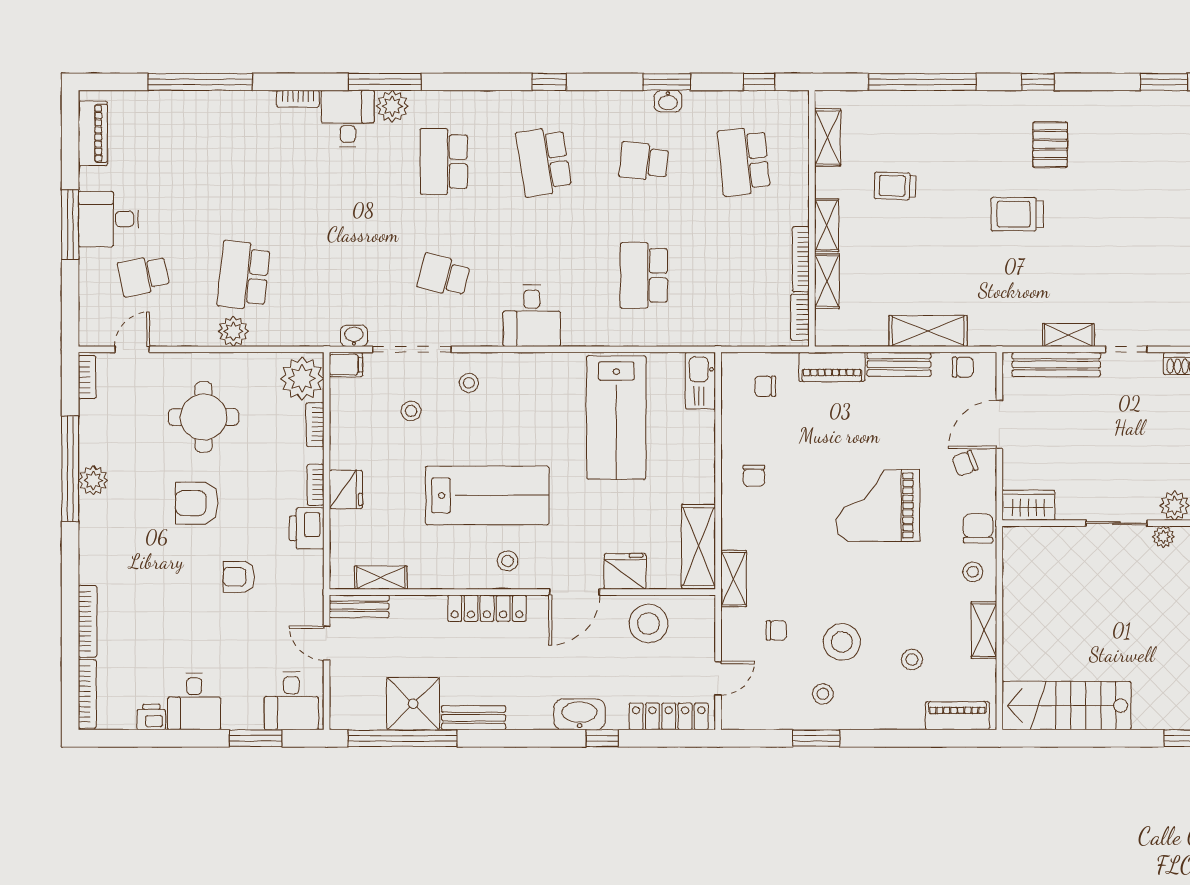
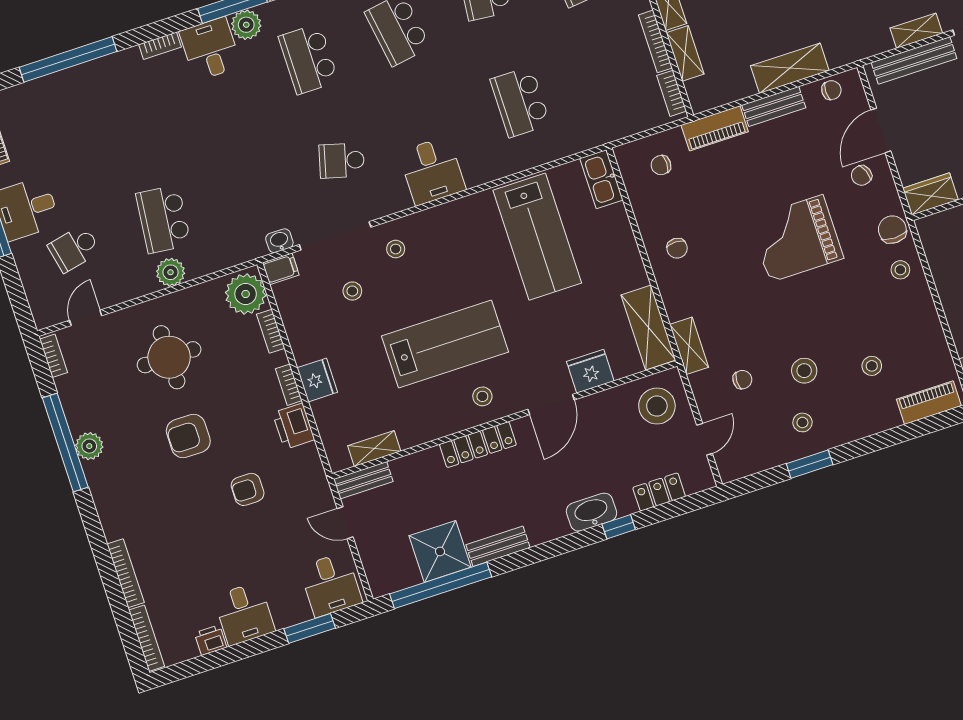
stool: (648, 624) -> (657, 406), moved
shelving: (984, 630) -> (927, 318), removed
stool: (842, 642) -> (804, 371), width x0.73, depth x0.73
locker: (669, 716) -> (659, 492), width x0.66

